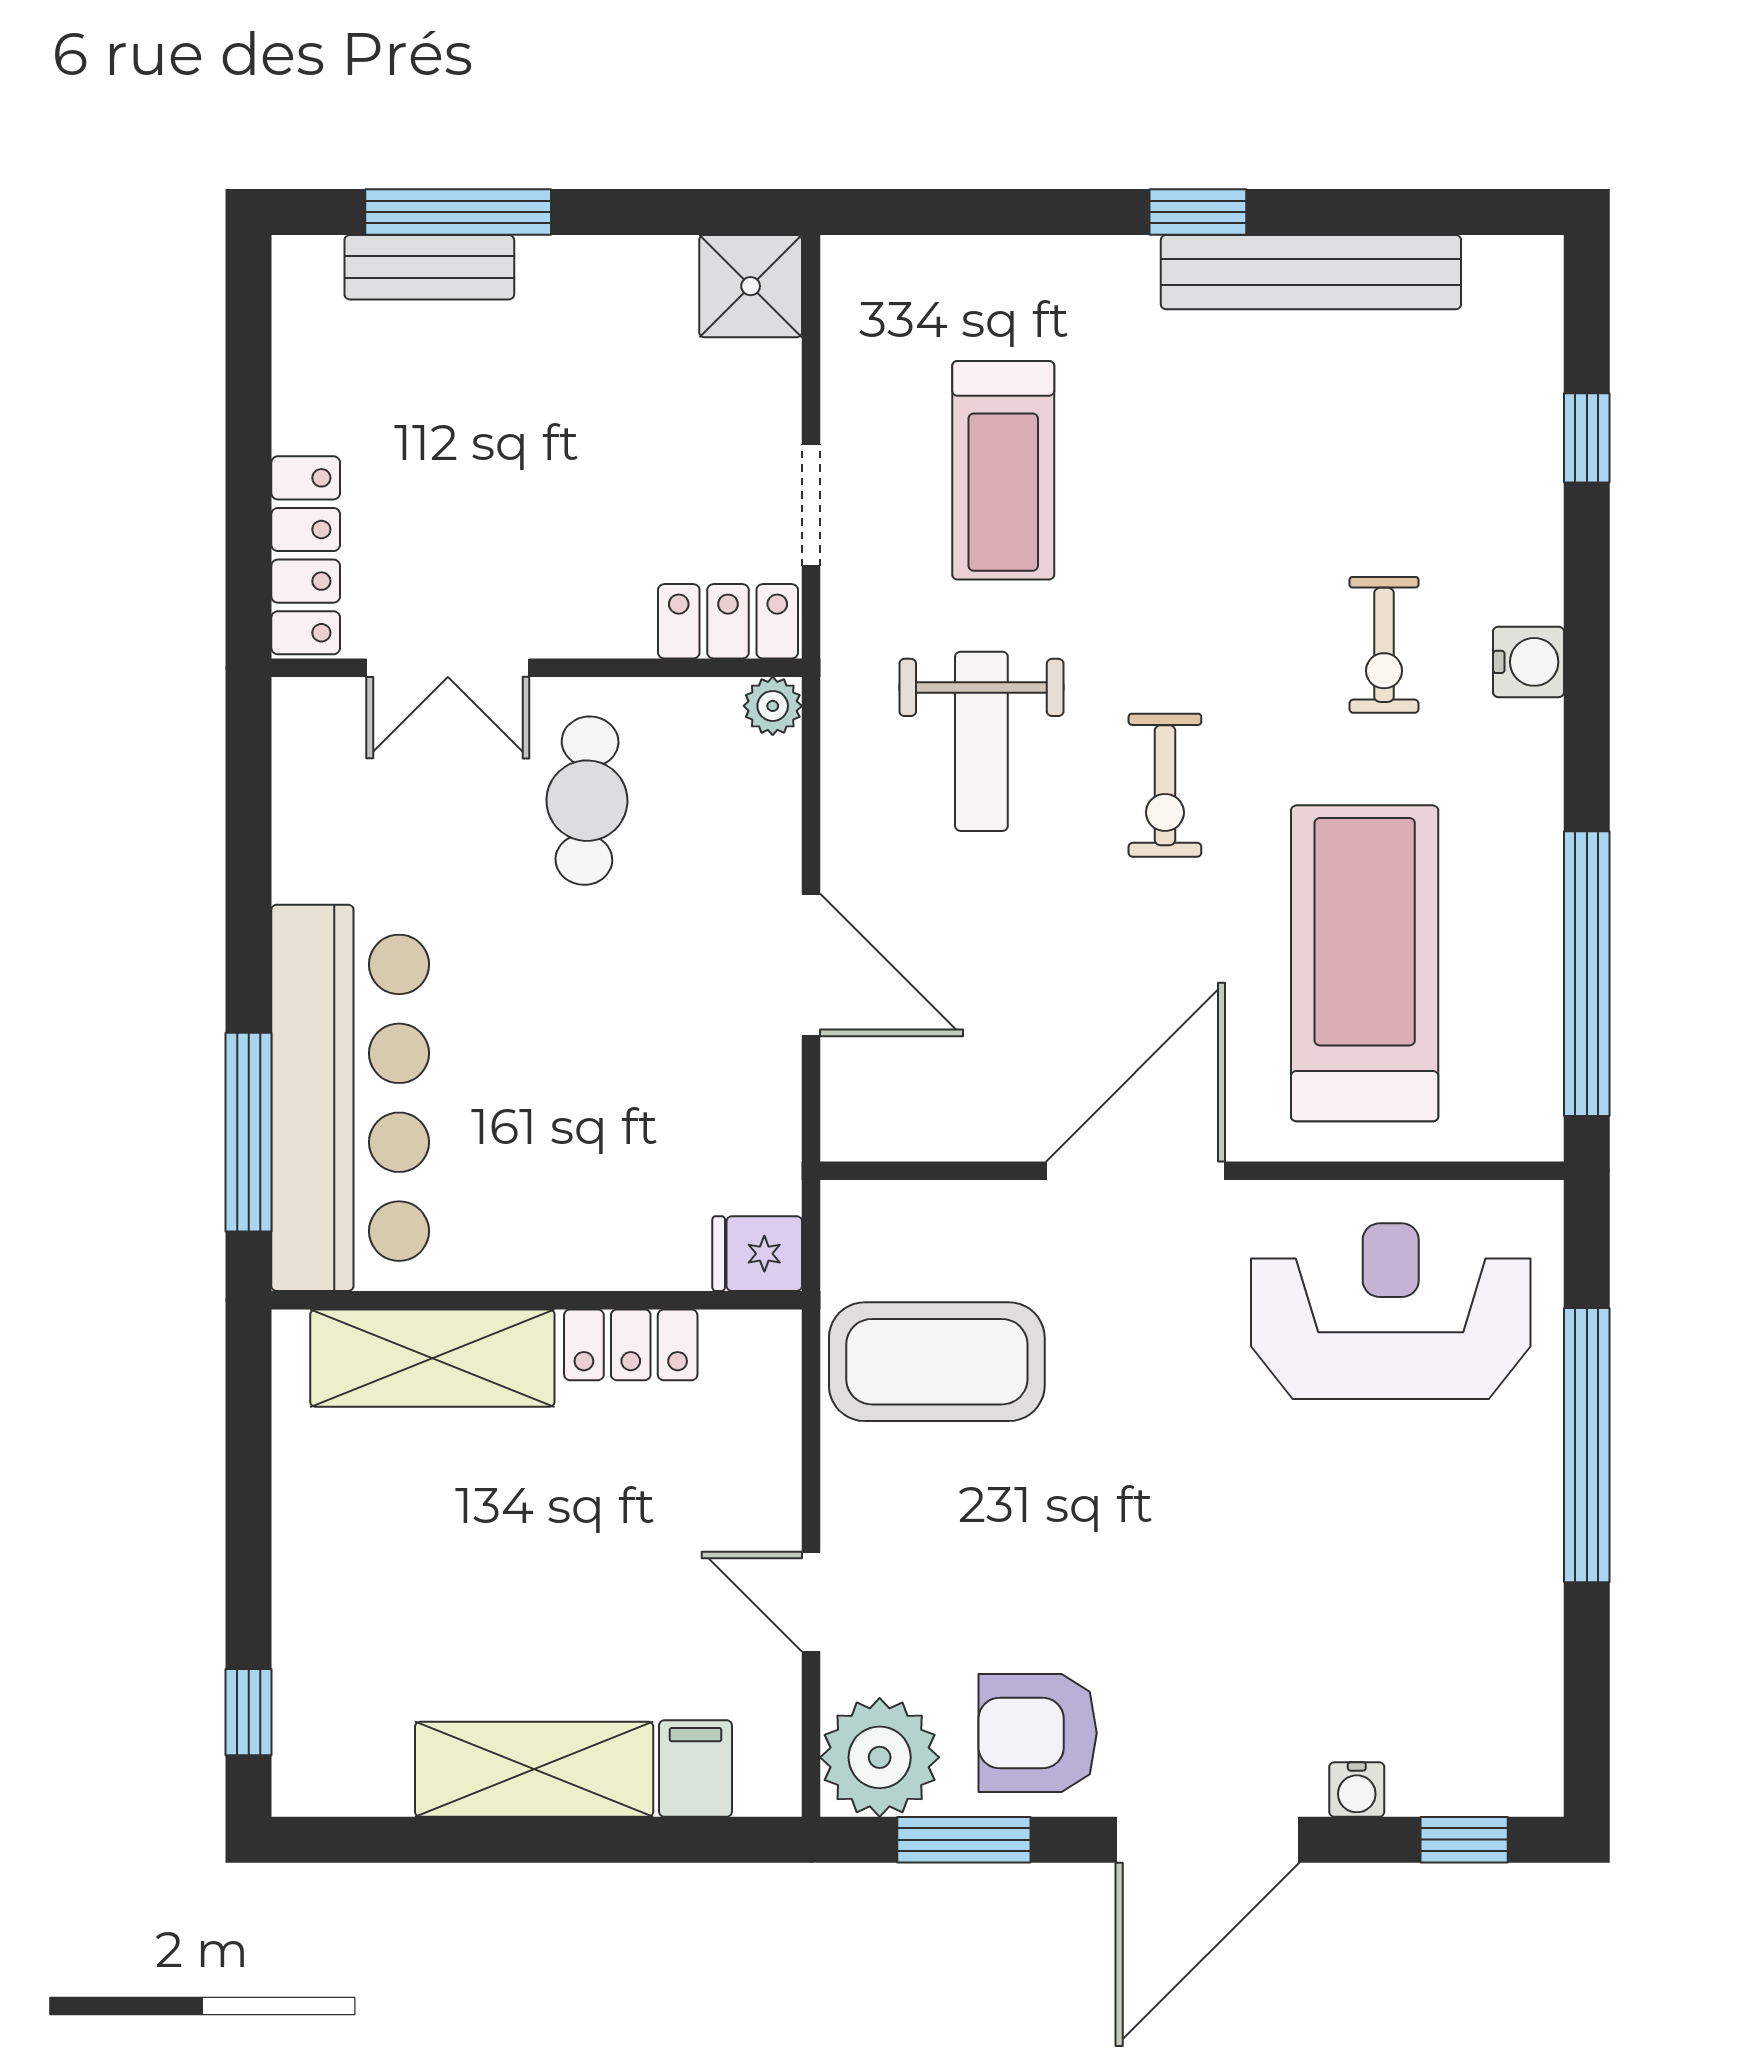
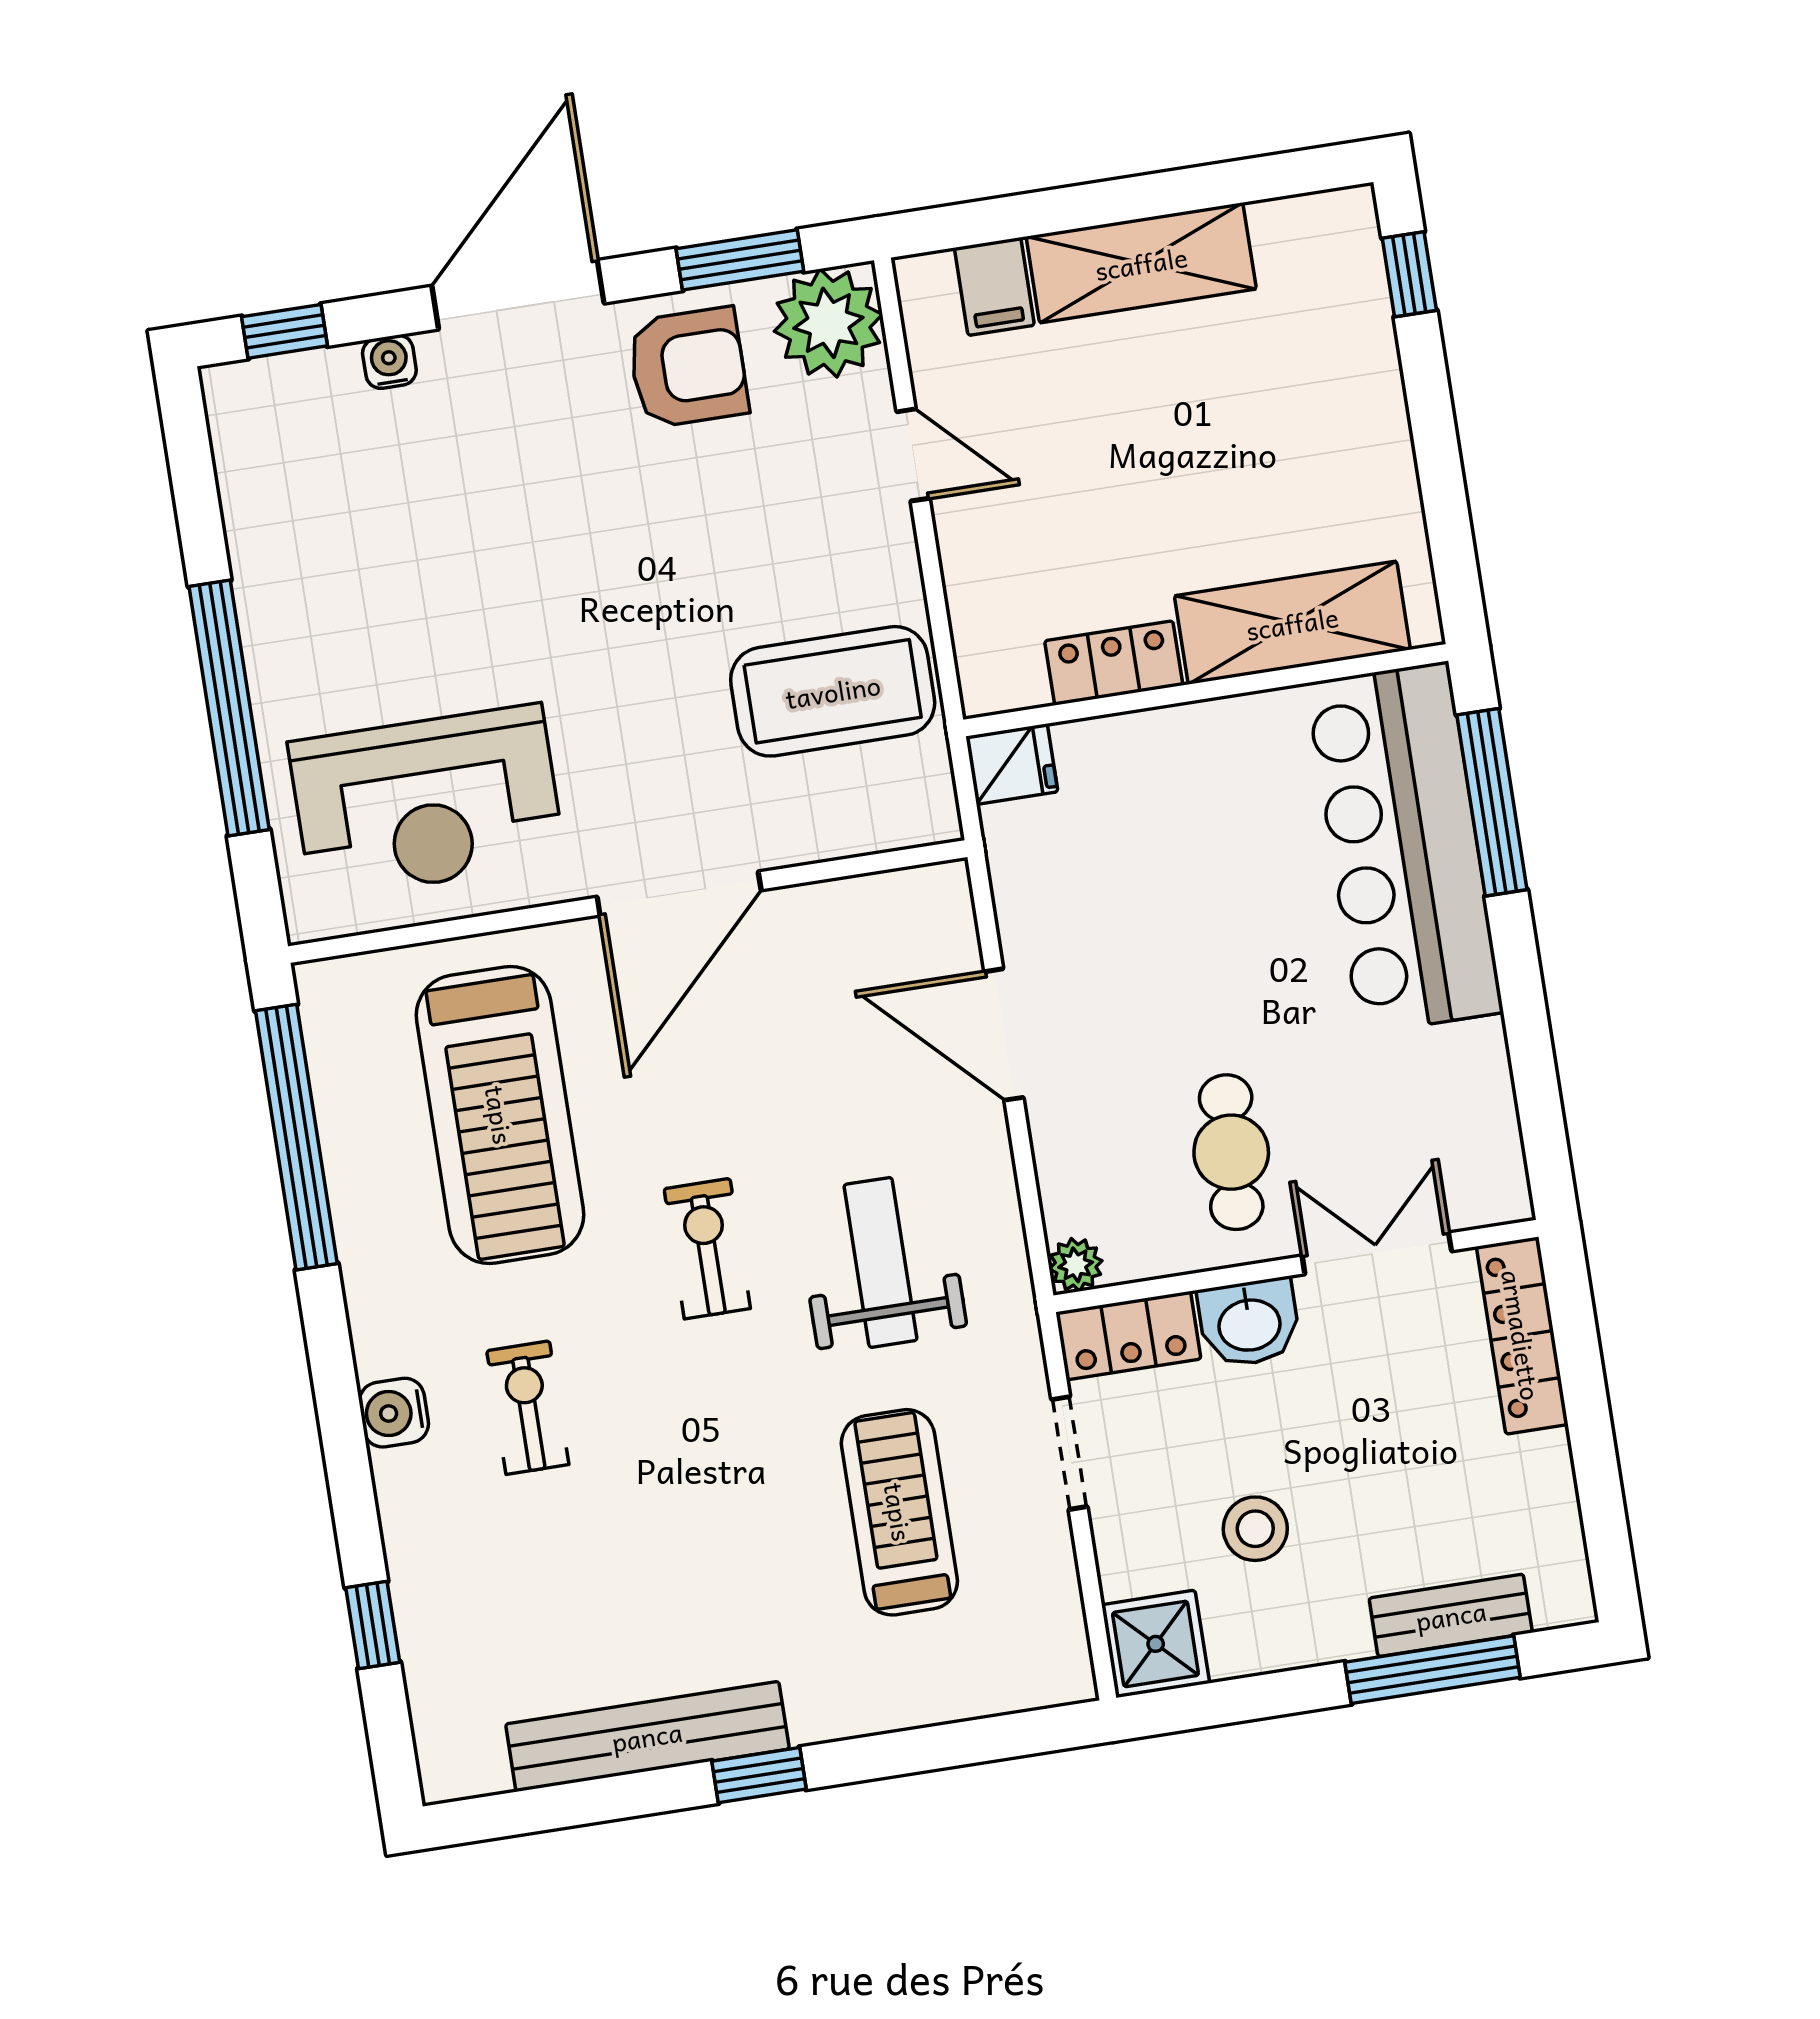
stool: (624, 393) -> (1255, 1529), added
washbasin: (596, 615) -> (1249, 1323), added

